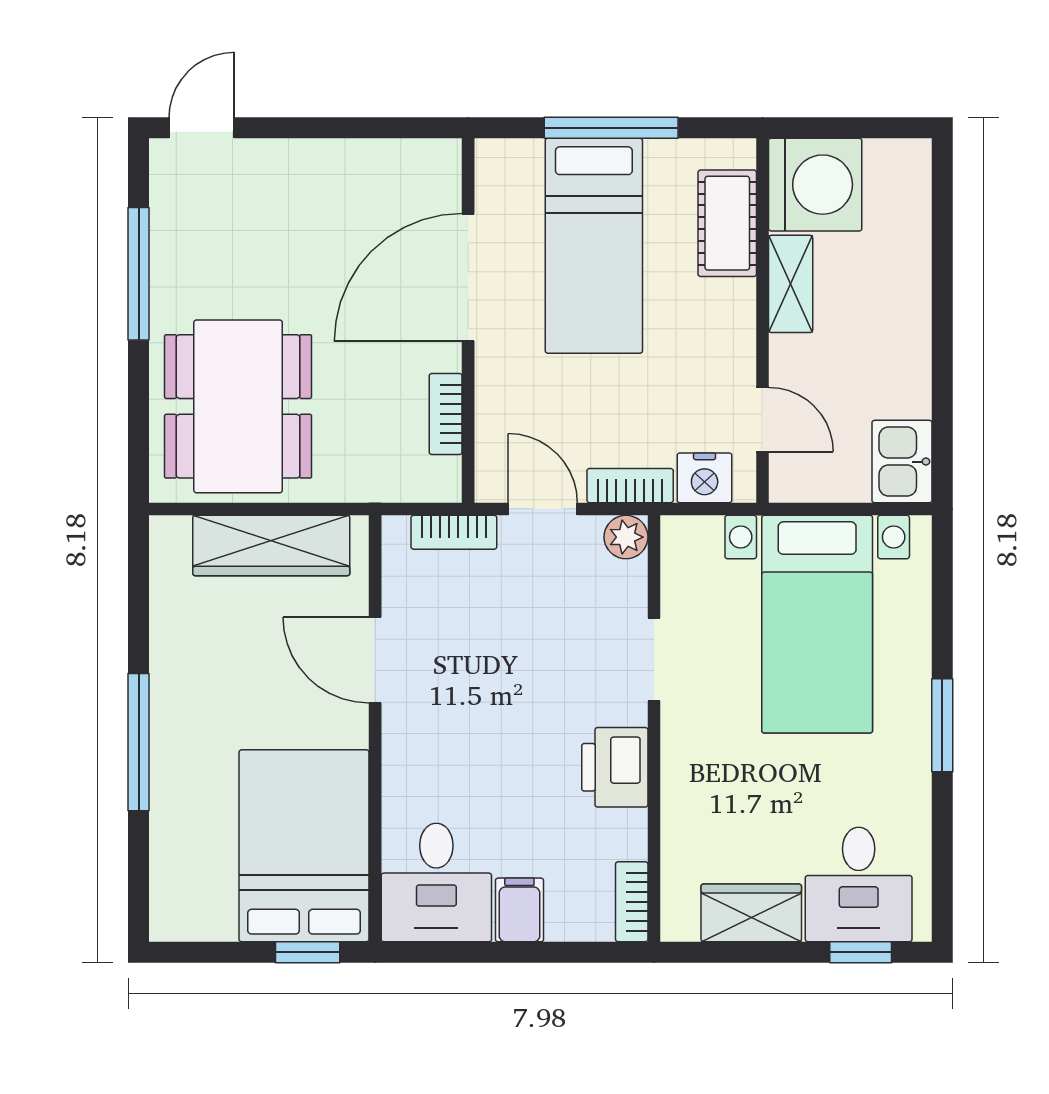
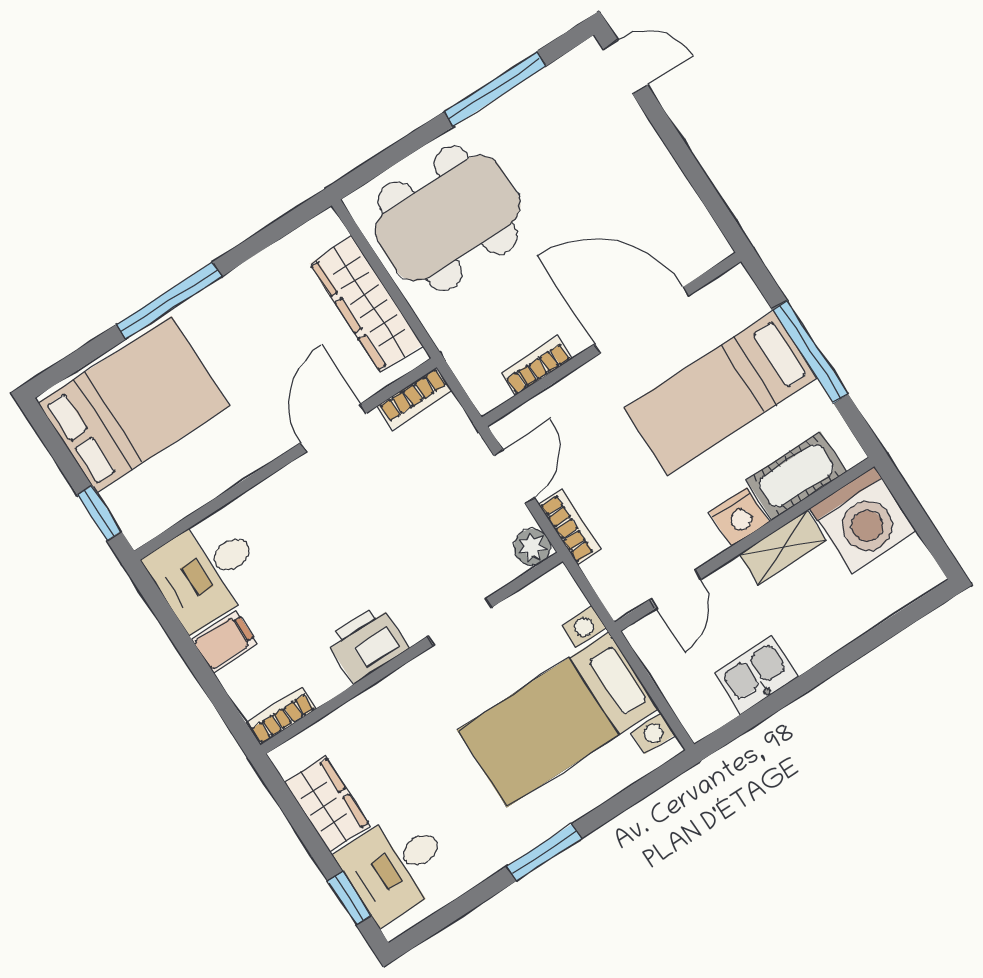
kitchen sink: (902, 462) -> (756, 675), moved
nightstand: (705, 478) -> (739, 517), moved, turned -90
bookcase: (454, 532) -> (415, 398), moved, turned -90
bed: (304, 846) -> (134, 404), moved

